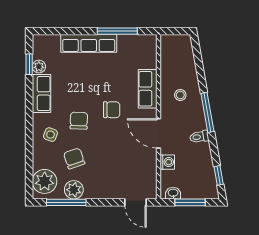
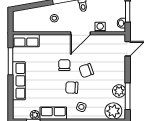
row of seats: (148, 89) -> (26, 41), moved
chair: (74, 158) -> (86, 71), moved

